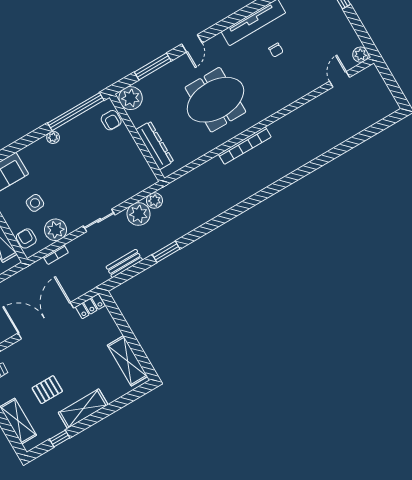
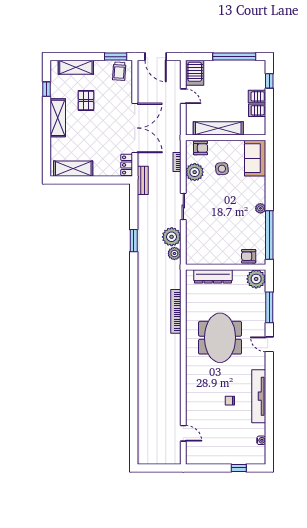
plant: (361, 55) -> (192, 458), removed
bookcase: (245, 146) -> (176, 311), moved
bench: (124, 263) -> (143, 180), moved

